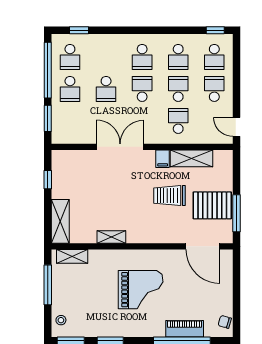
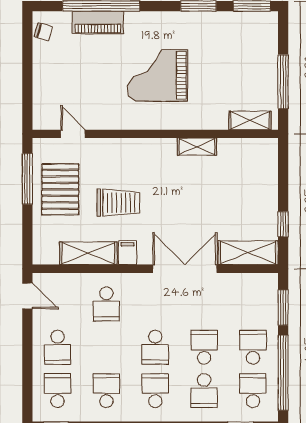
school desk: (178, 89) -> (204, 391), moved
double door: (120, 147) -> (185, 269), swing flipped
pallet: (212, 205) -> (60, 189), turned 90
shelving: (60, 221) -> (248, 253), moved, turned 90
door: (203, 246) -> (73, 134), width x0.53
stool: (61, 320) -> (265, 34), removed

